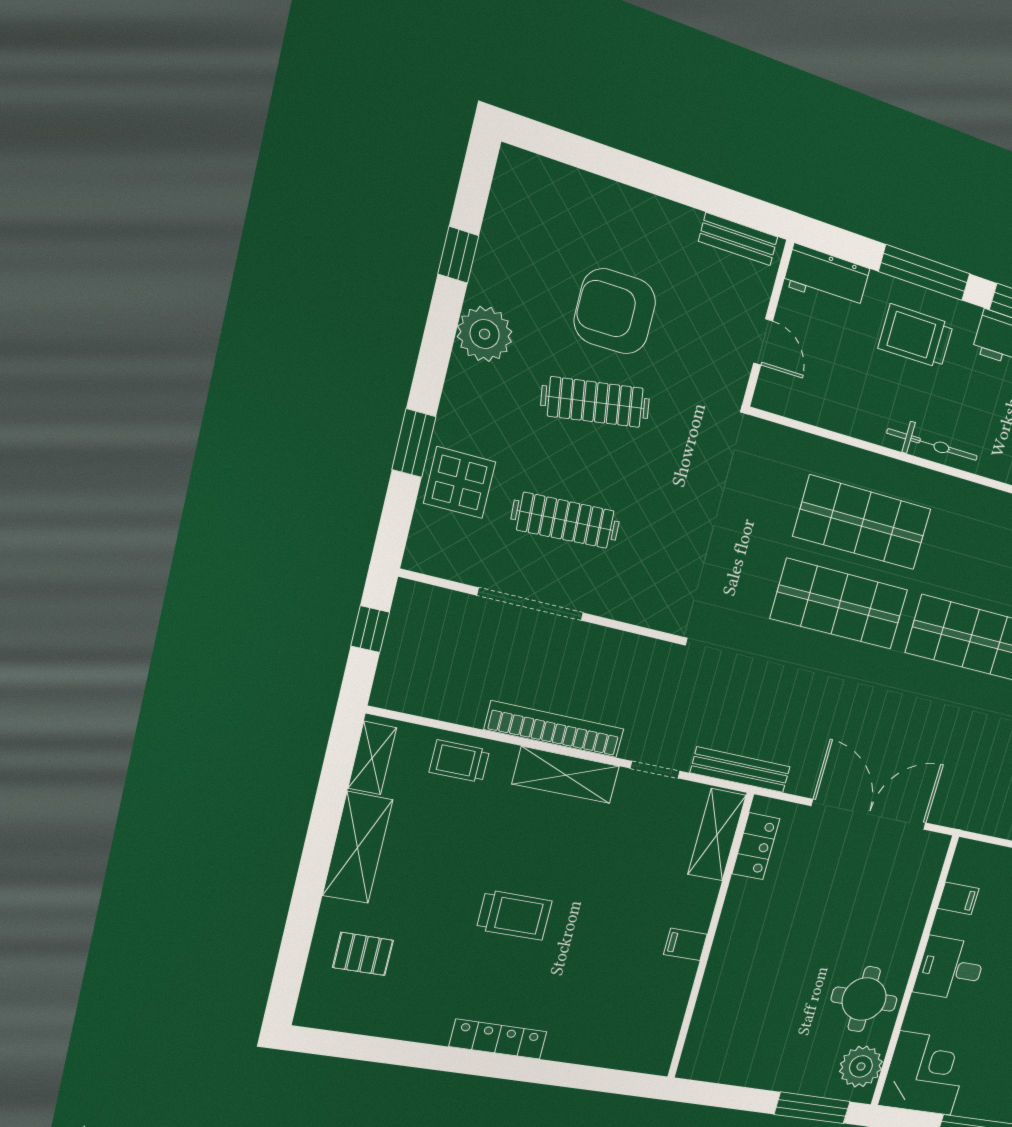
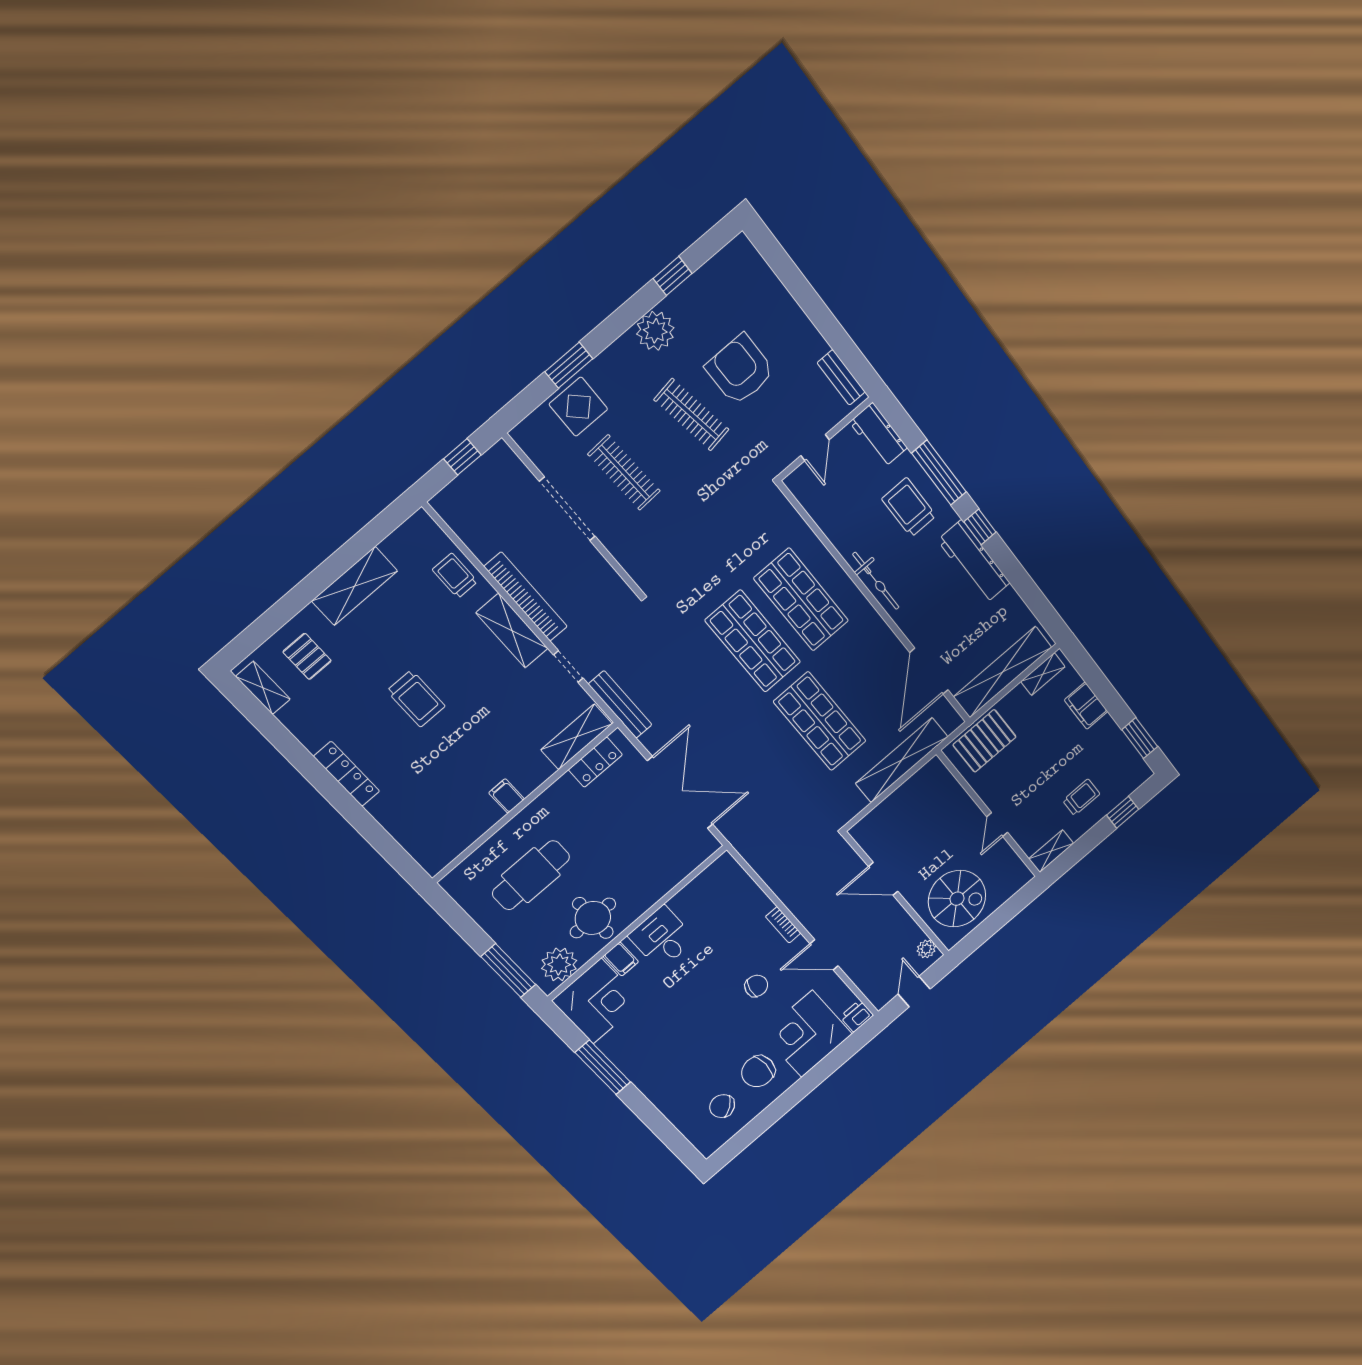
shelving: (372, 758) -> (263, 688), moved, turned 90
filing cabinet: (958, 898) -> (621, 959), moved
cafe table: (769, 1003) -> (531, 875), added

